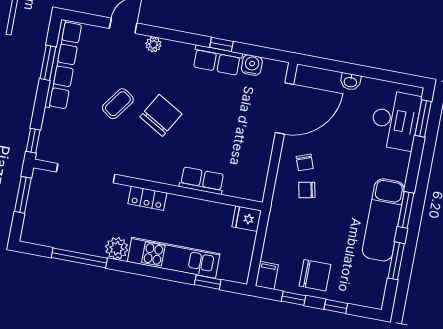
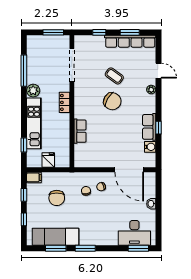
window: (33, 141) -> (99, 32), moved
fridge: (247, 219) -> (48, 160), moved
exam couch: (383, 220) -> (56, 237), moved
chair: (315, 275) -> (57, 198), moved

